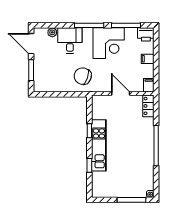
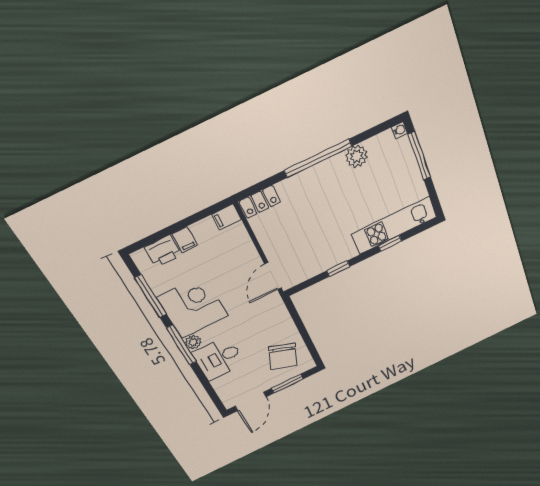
plant: (52, 32) -> (193, 342), moved
printer: (146, 34) -> (163, 251), moved, turned 90
chair: (83, 76) -> (283, 356), moved
door: (121, 94) -> (273, 276), moved
kitchen unit: (99, 145) -> (394, 225), moved
plant: (148, 166) -> (357, 156), added

